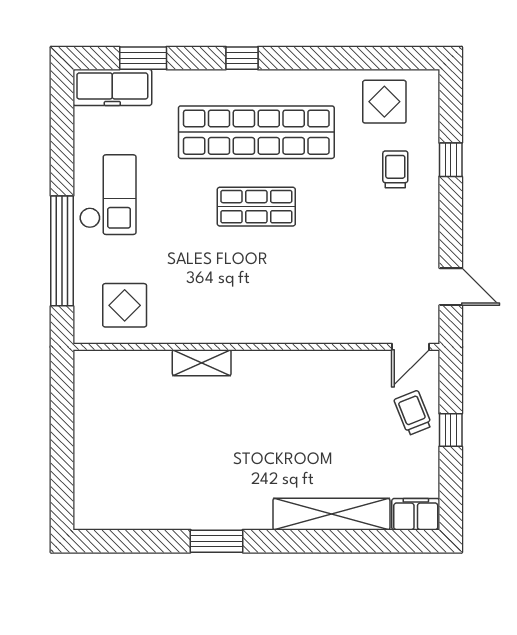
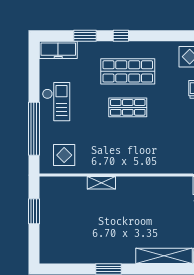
window: (143, 58) -> (85, 36), moved
shop shelf: (256, 132) -> (128, 71), width x0.71
window: (62, 422) -> (34, 211), added

